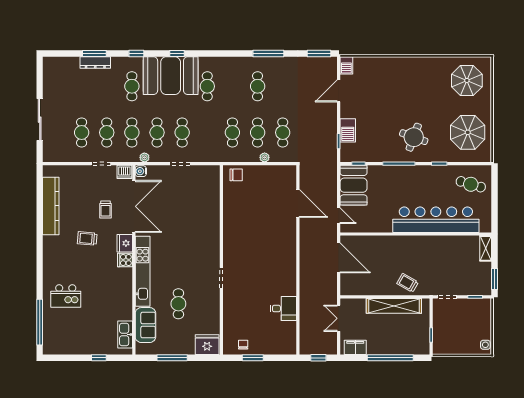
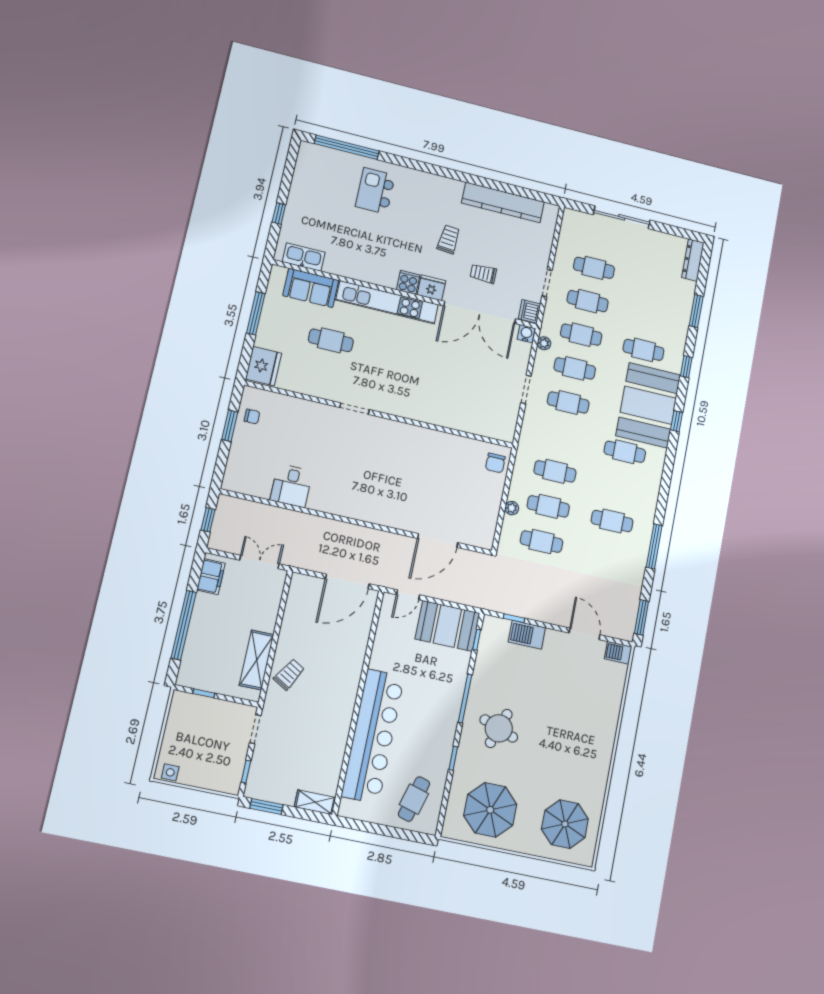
dresser: (95, 62) -> (693, 260), moved
shelving: (394, 306) -> (257, 660), width x0.68

